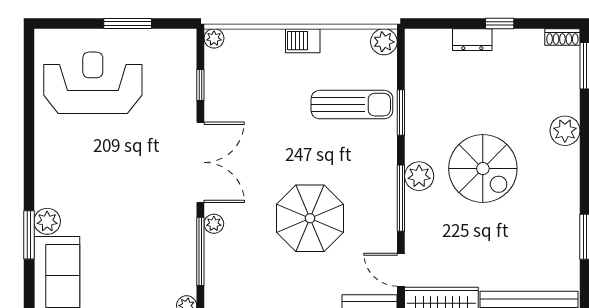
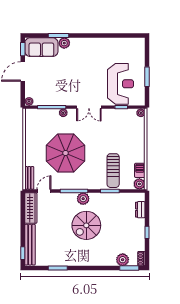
dresser: (472, 40) -> (140, 210), moved
barbecue: (303, 41) -> (140, 170), moved
reception desk: (93, 83) -> (120, 84), moved
plant: (565, 131) -> (123, 260), moved
double door: (200, 162) -> (89, 107), width x0.73
parasol: (310, 218) -> (66, 153), width x1.36, depth x1.36

